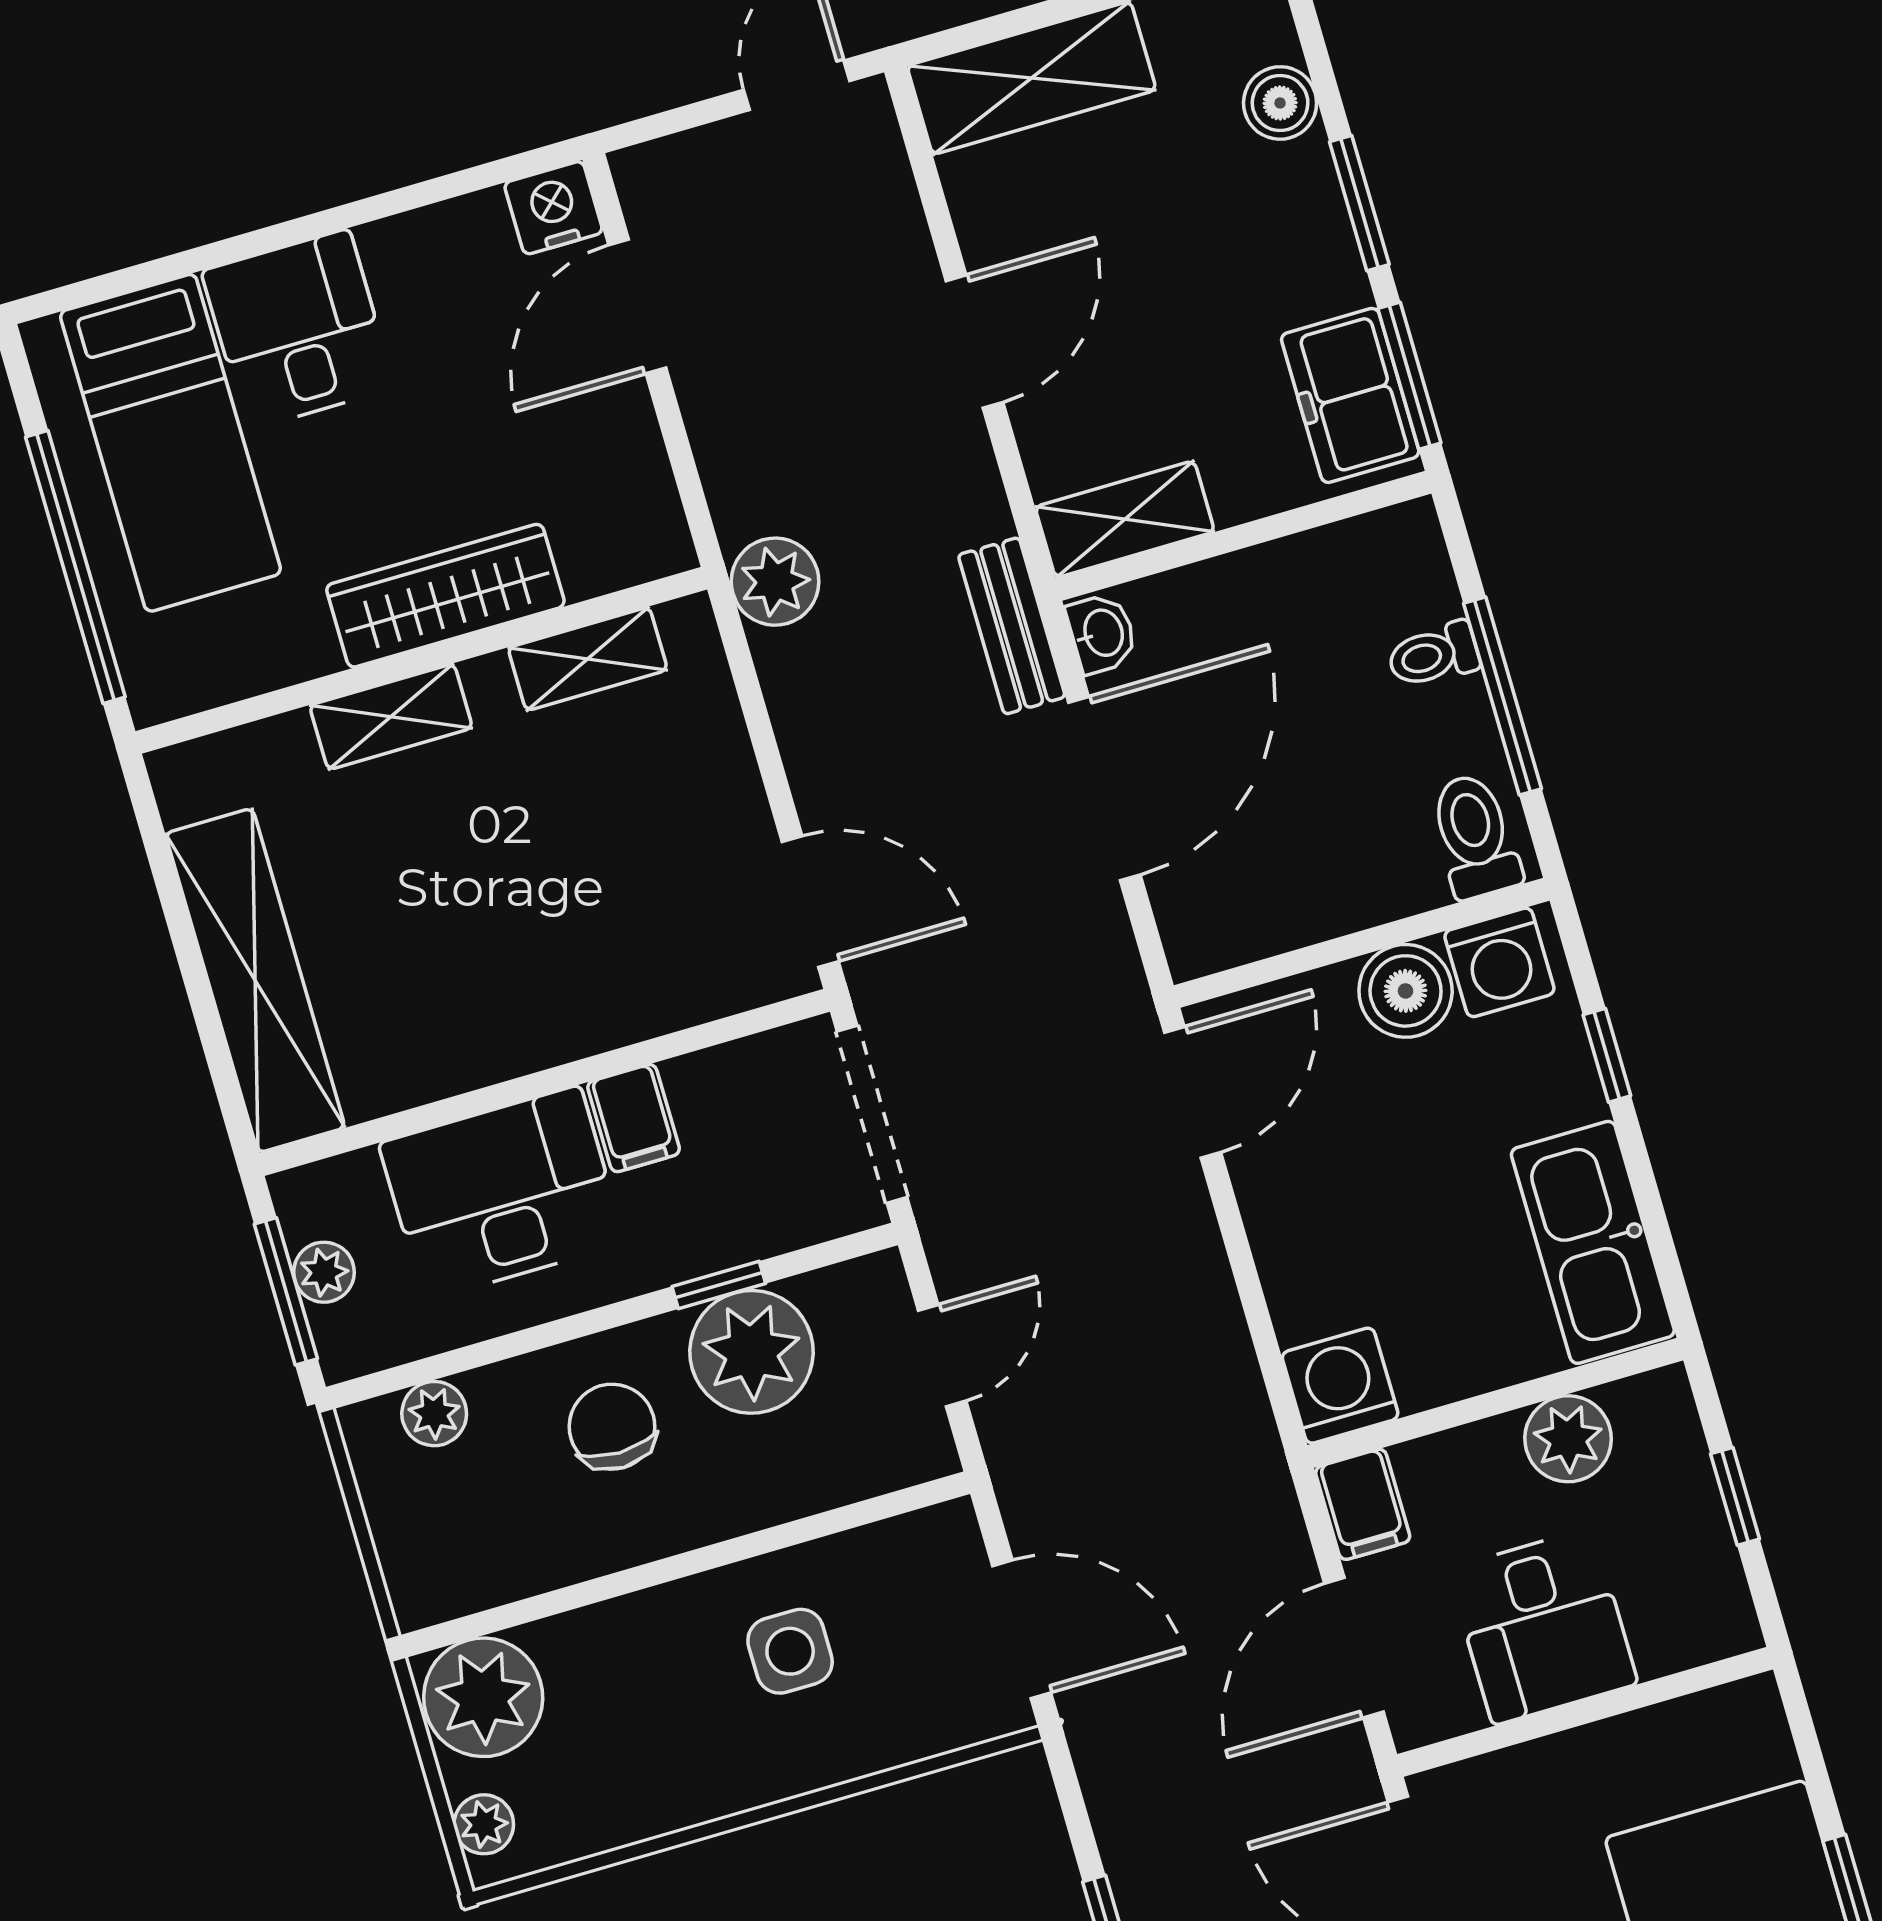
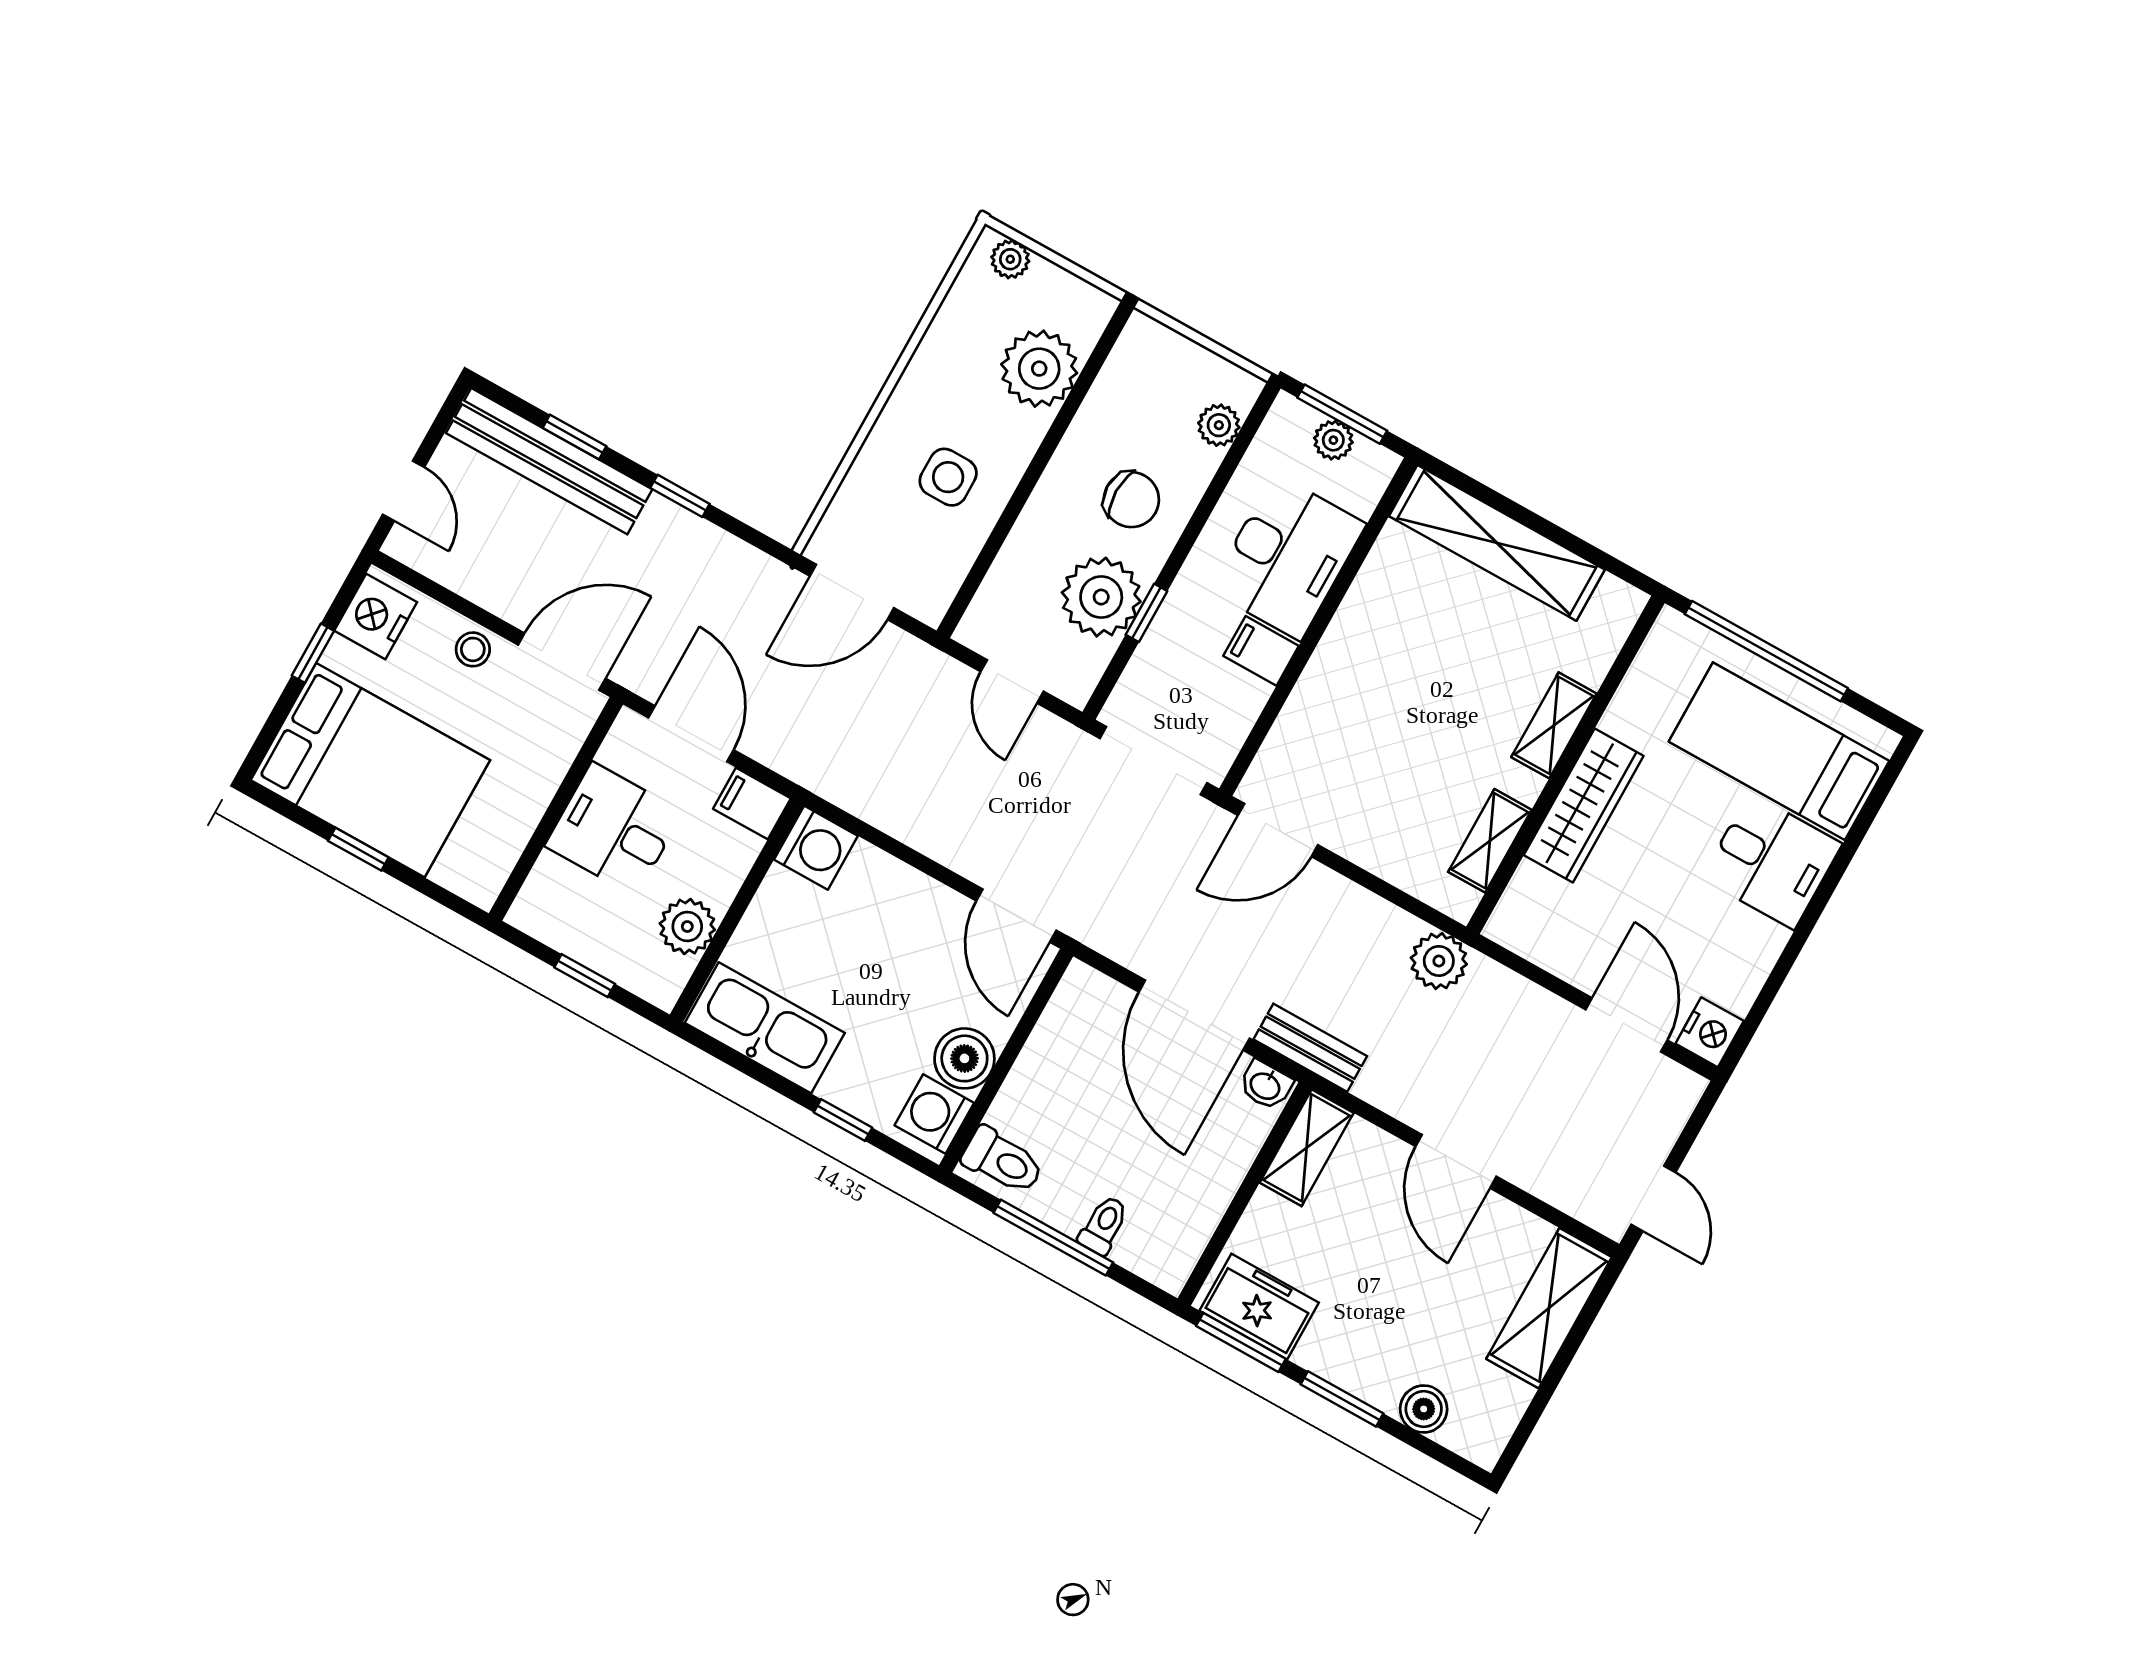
plant: (483, 1697) -> (1039, 369), moved

